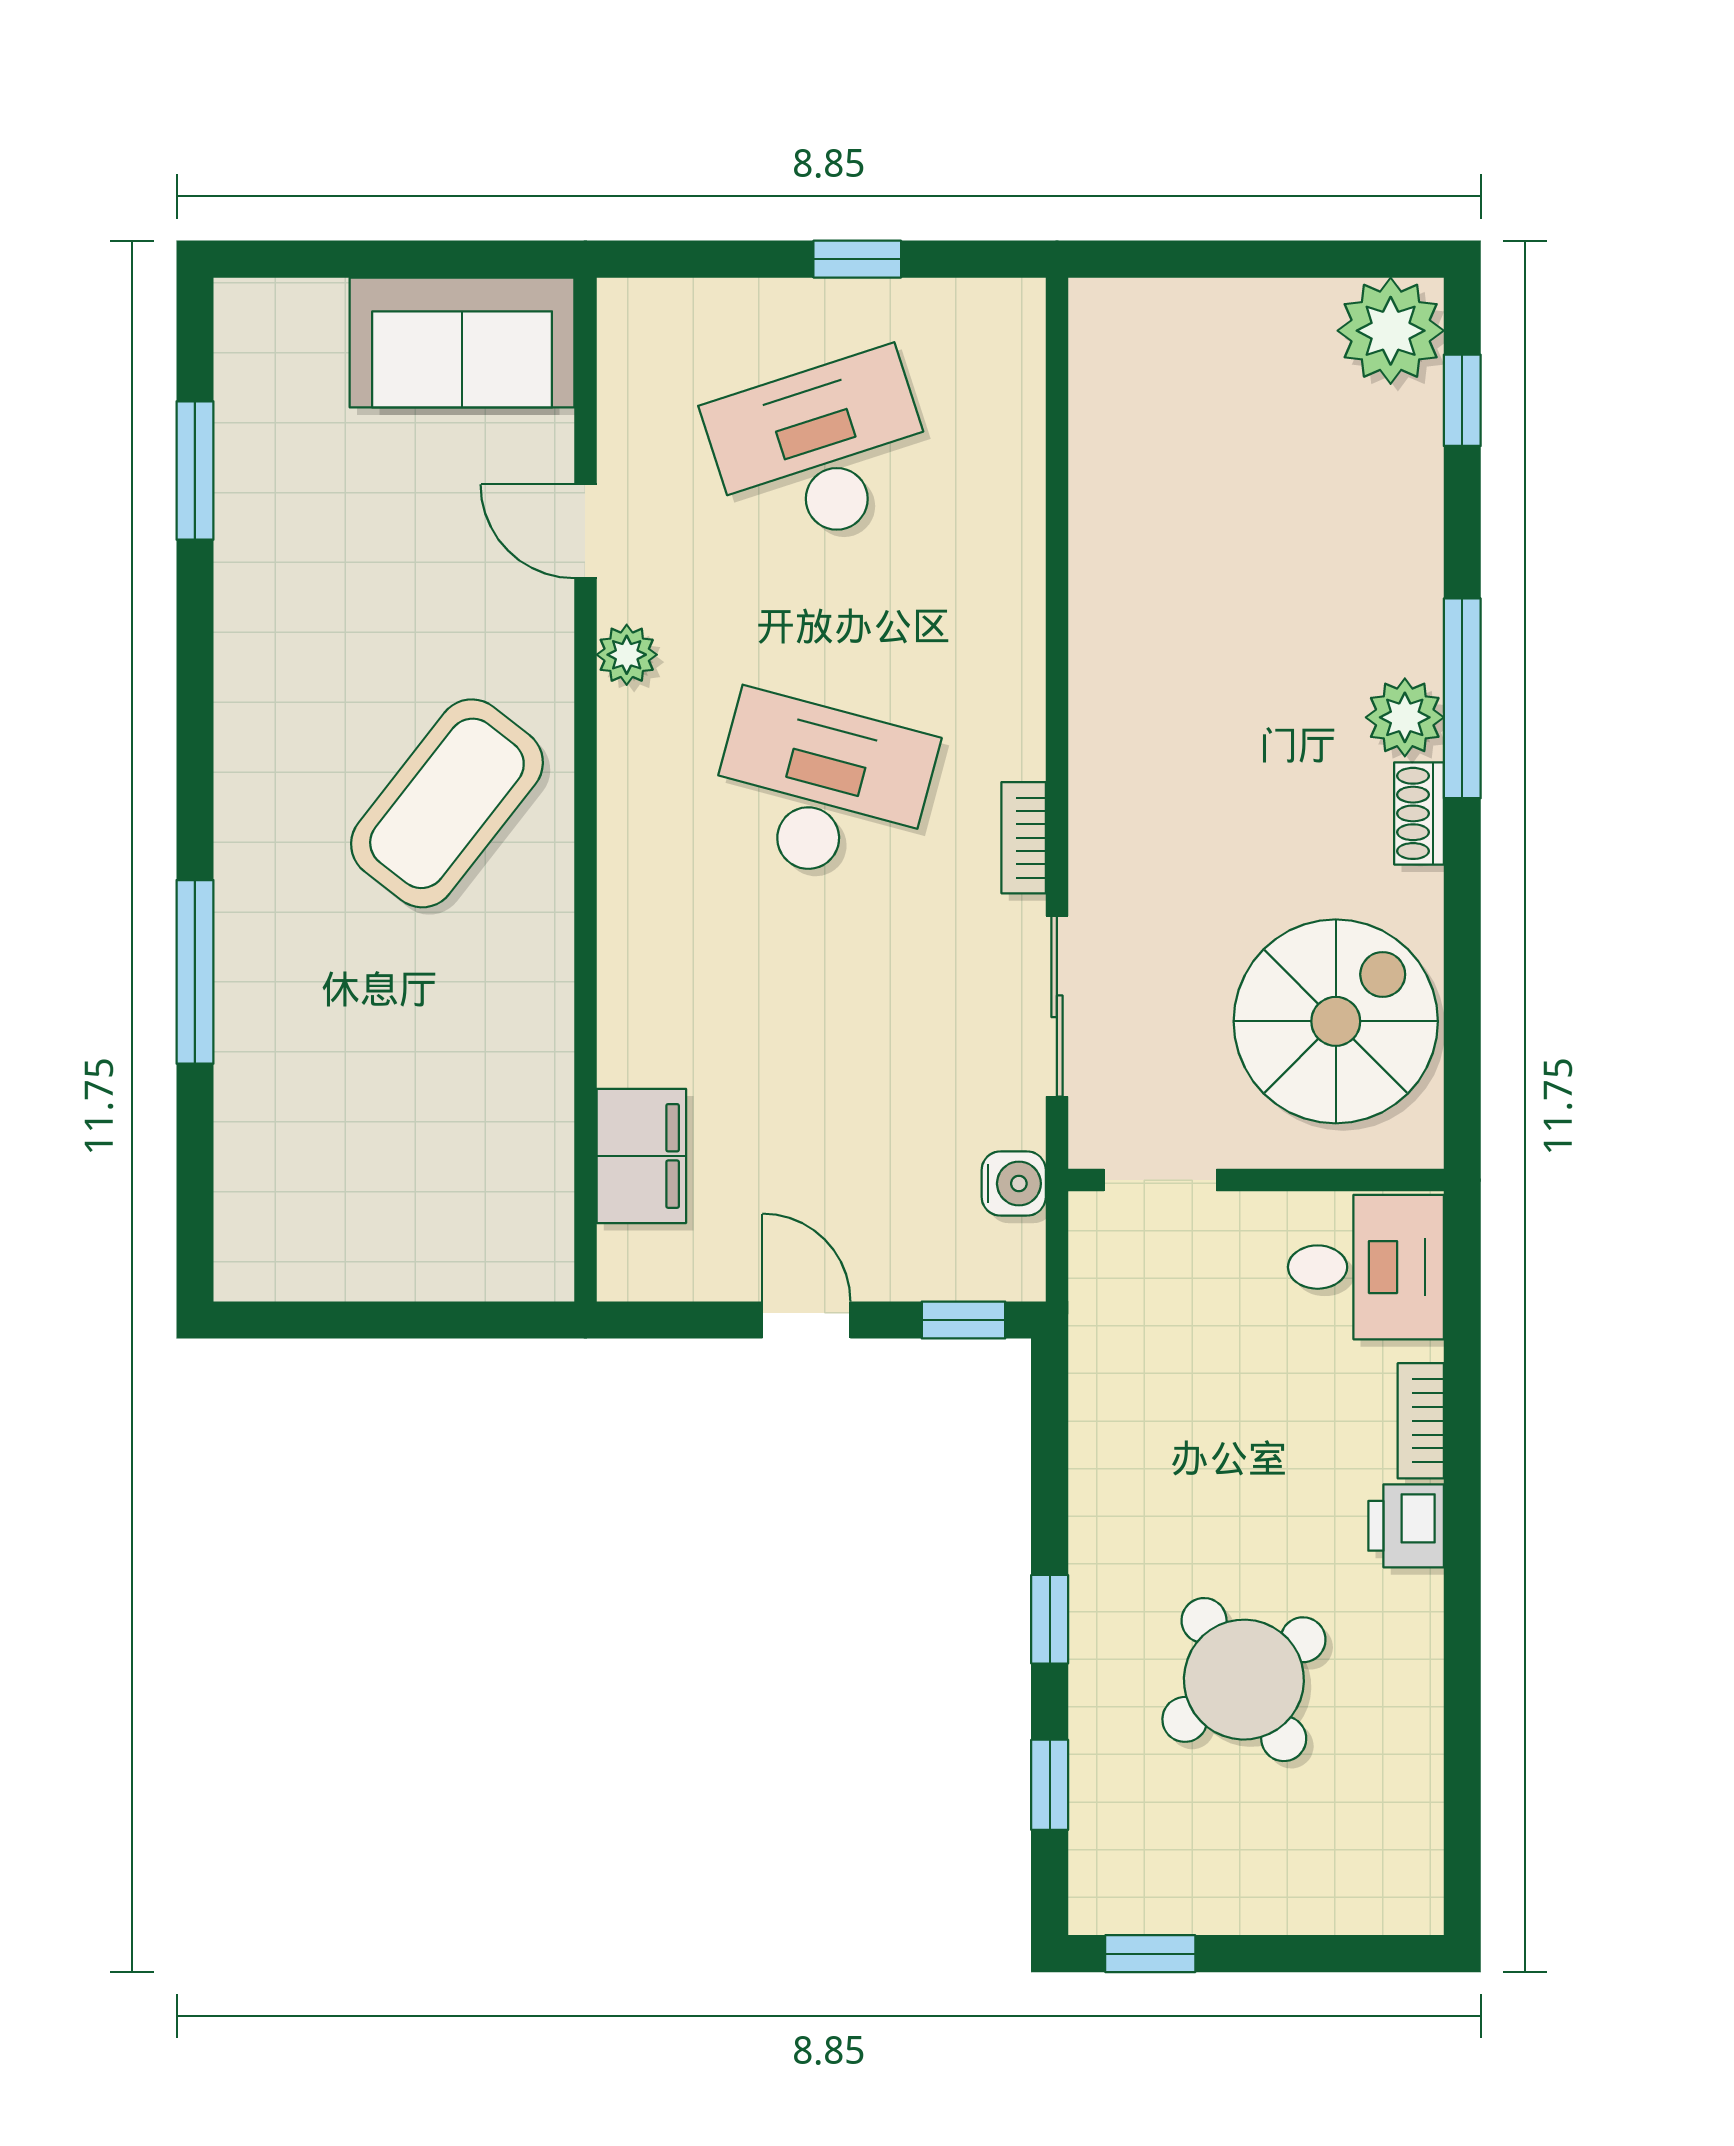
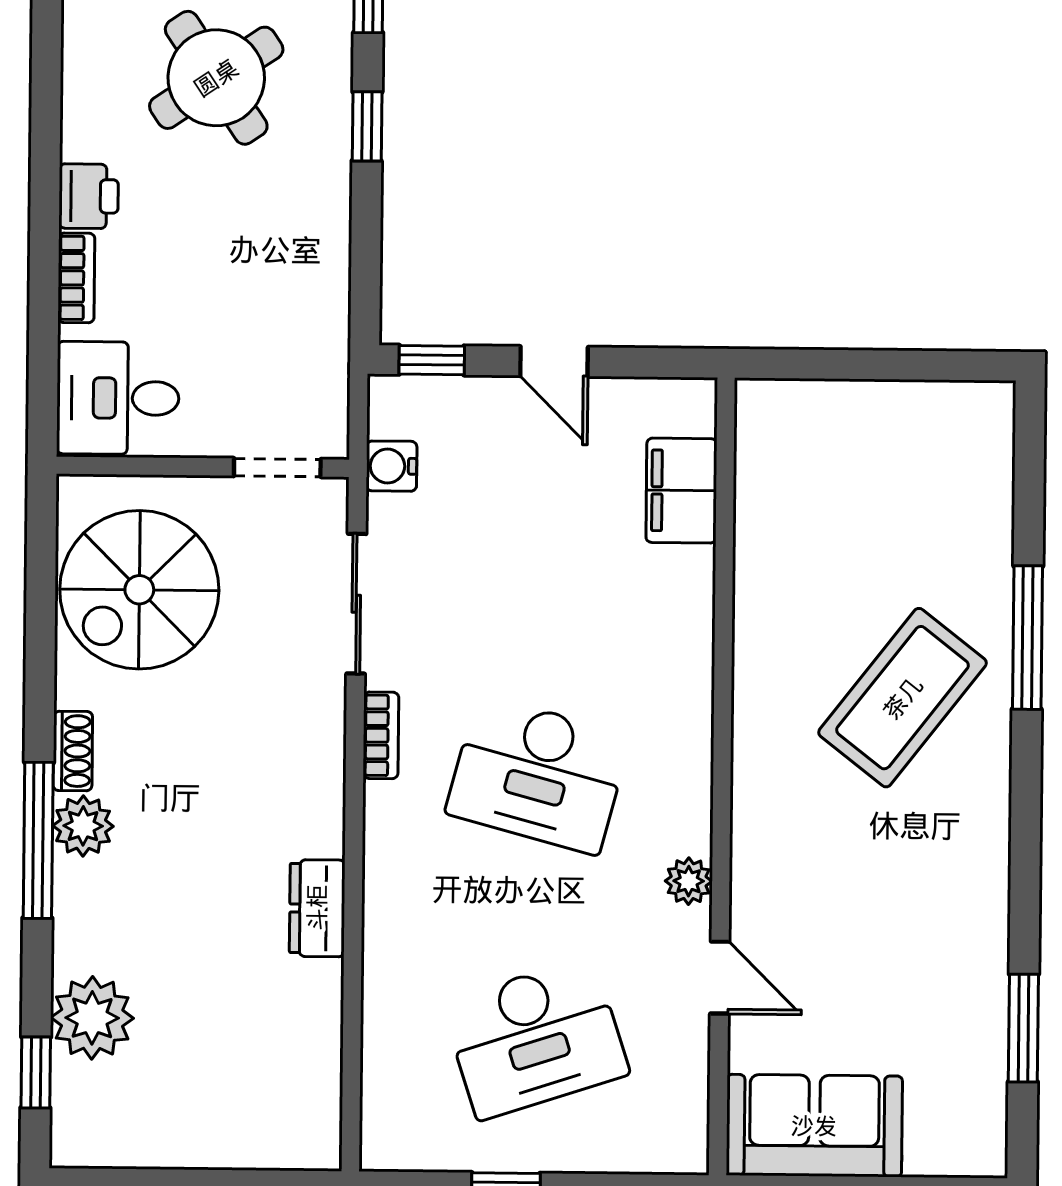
plant: (1391, 331) -> (92, 1018), moved
dresser: (1103, 615) -> (317, 908), added
coffee table: (447, 803) -> (903, 698), moved

